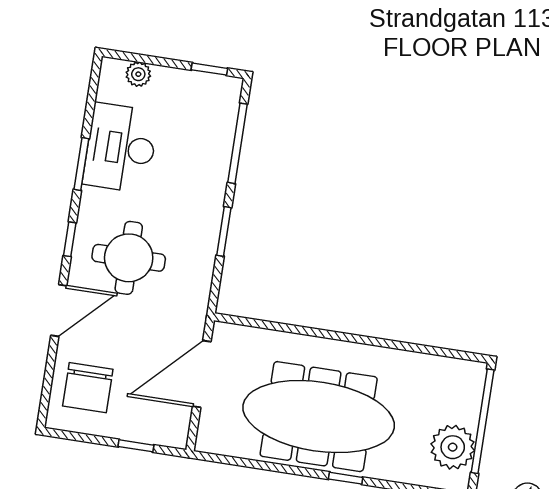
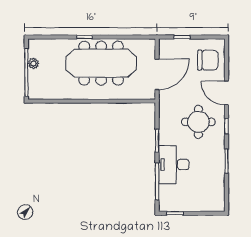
plant: (138, 74) -> (207, 206), removed
desk: (121, 148) -> (174, 165), moved, turned 180
door: (59, 311) -> (226, 93), hinge flipped
chair: (88, 388) -> (208, 60), turned 90
plant: (453, 447) -> (33, 63), width x0.53, depth x0.53

